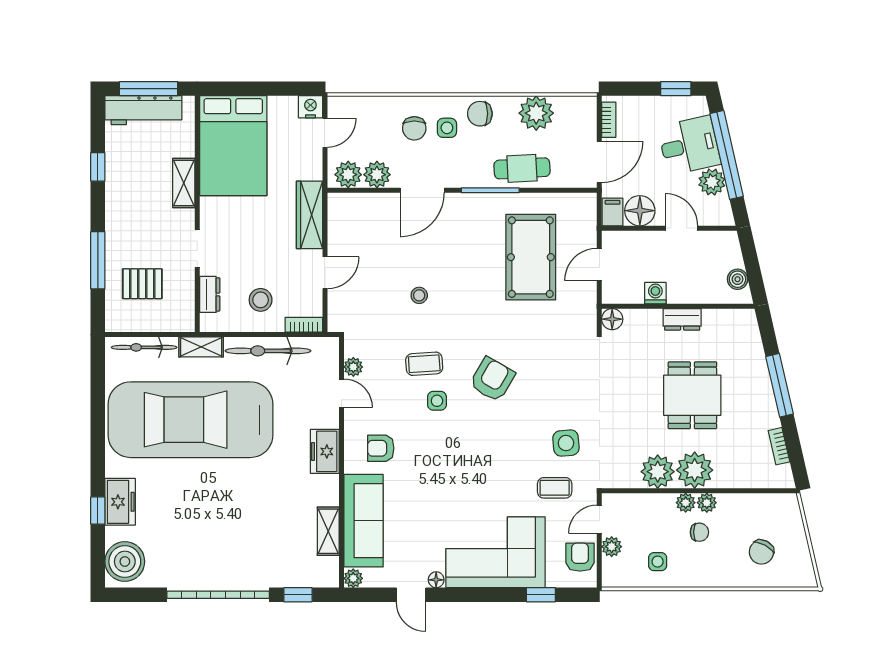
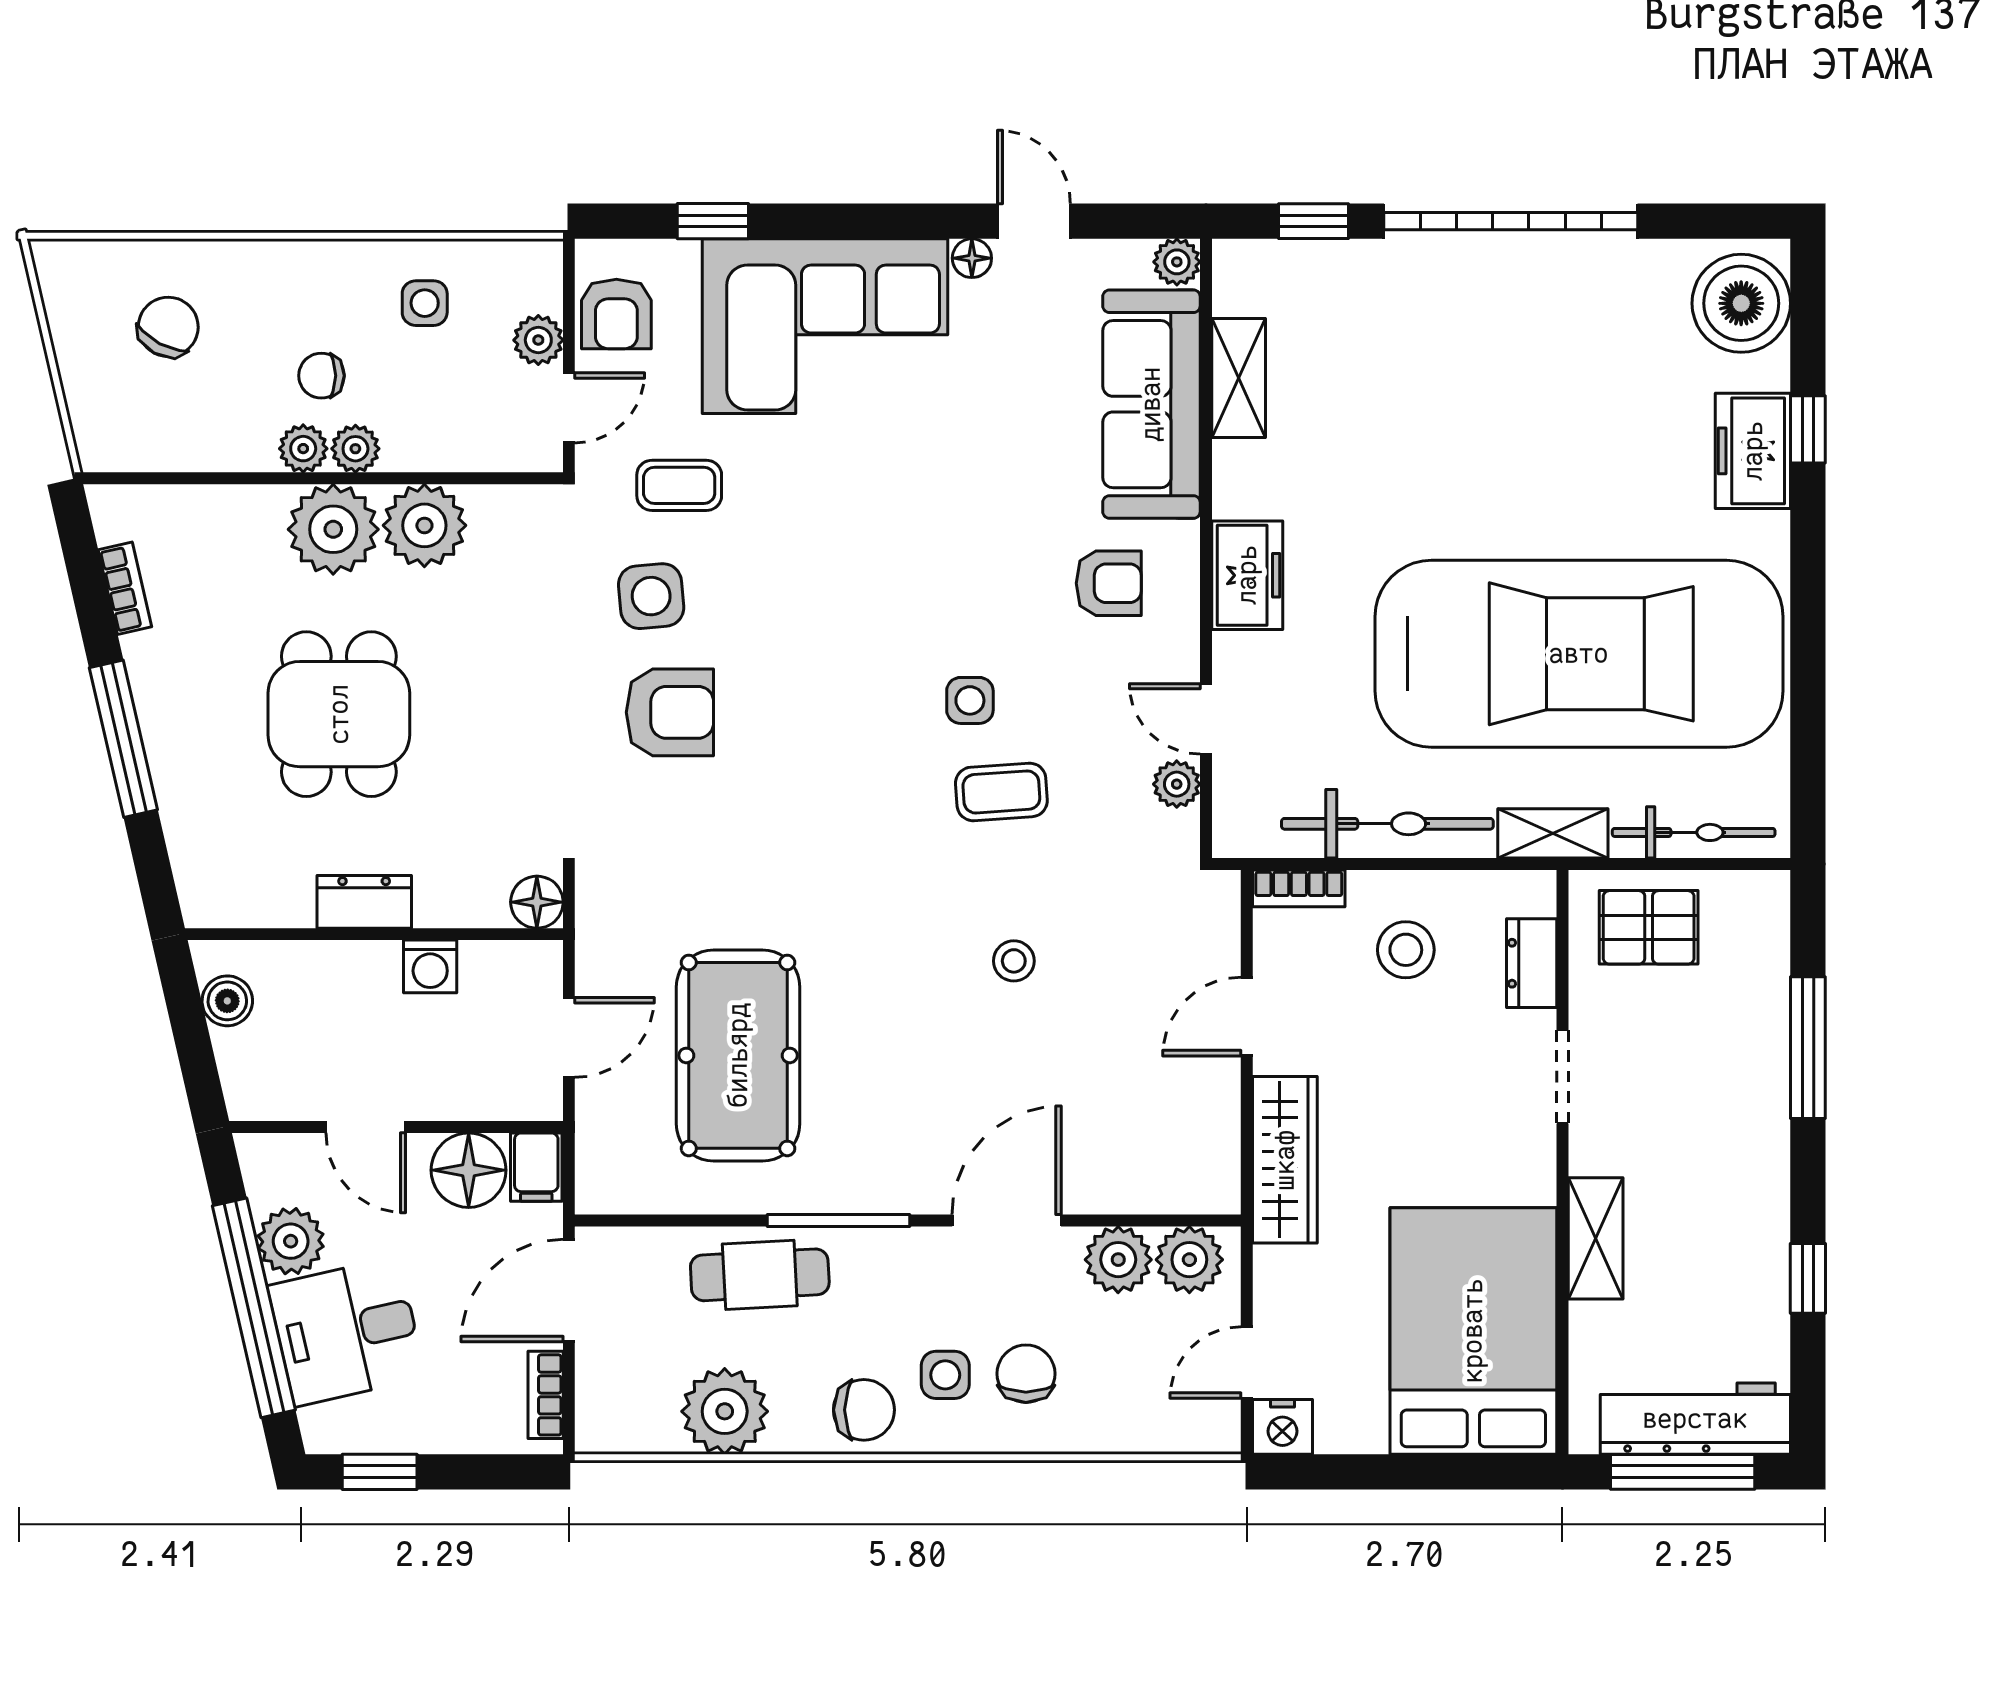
pallet: (142, 284) -> (1649, 927), moved
armchair: (492, 379) -> (670, 712), moved, turned -120

